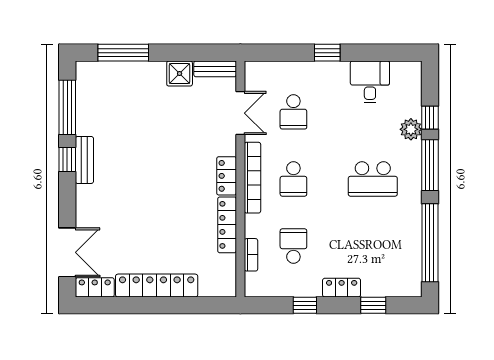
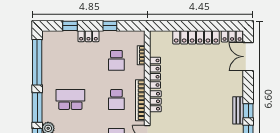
school desk: (293, 179) -> (116, 99), turned 180

